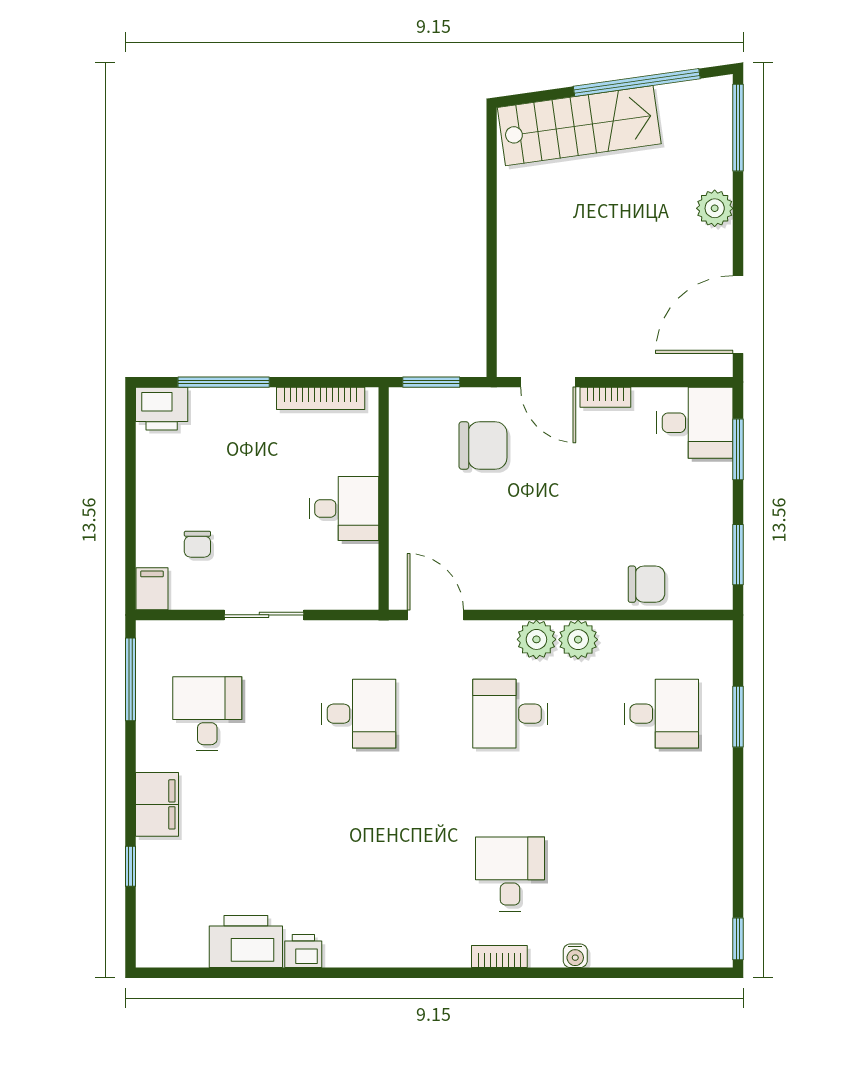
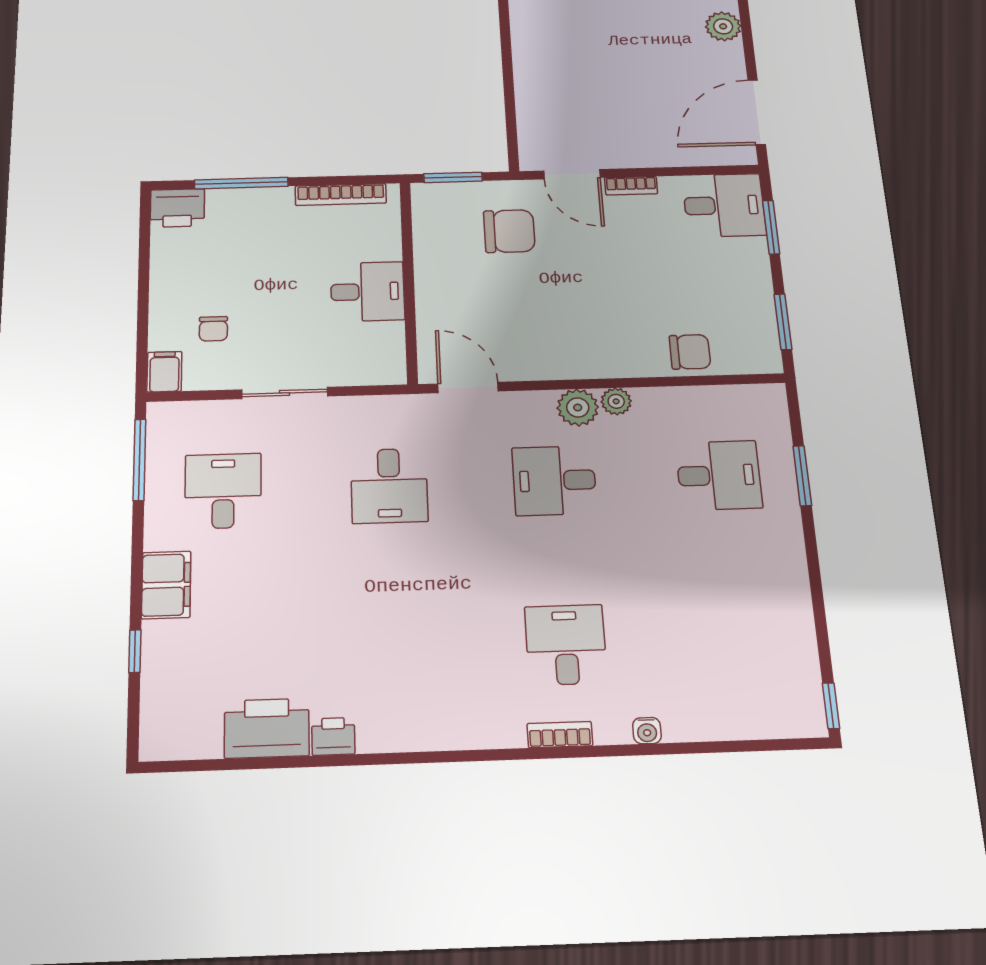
plant: (578, 640) -> (616, 401), width x0.73, depth x0.73
desk: (359, 714) -> (389, 486), turned 90

